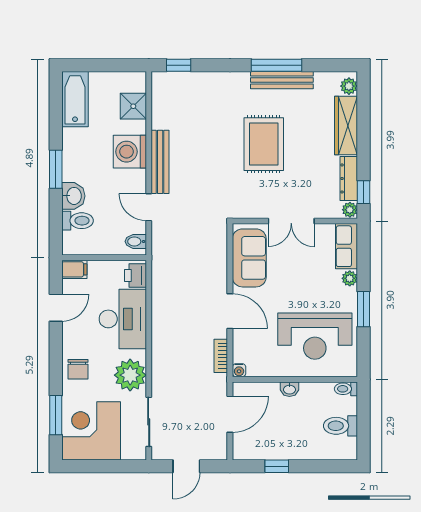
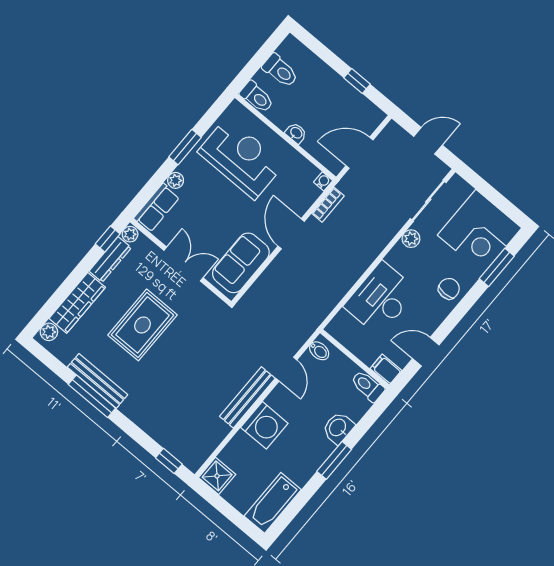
shower: (133, 106) -> (217, 476), moved
rug: (264, 144) -> (143, 325), moved
toilet: (78, 221) -> (368, 386), moved
printer: (136, 276) -> (342, 324), removed
plant: (130, 375) -> (411, 239), width x0.53, depth x0.53
toilet: (346, 389) -> (257, 97), width x1.37, depth x1.39

